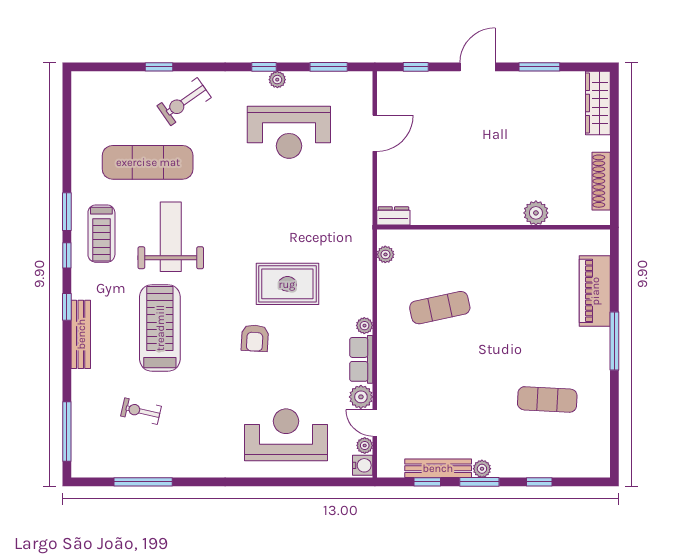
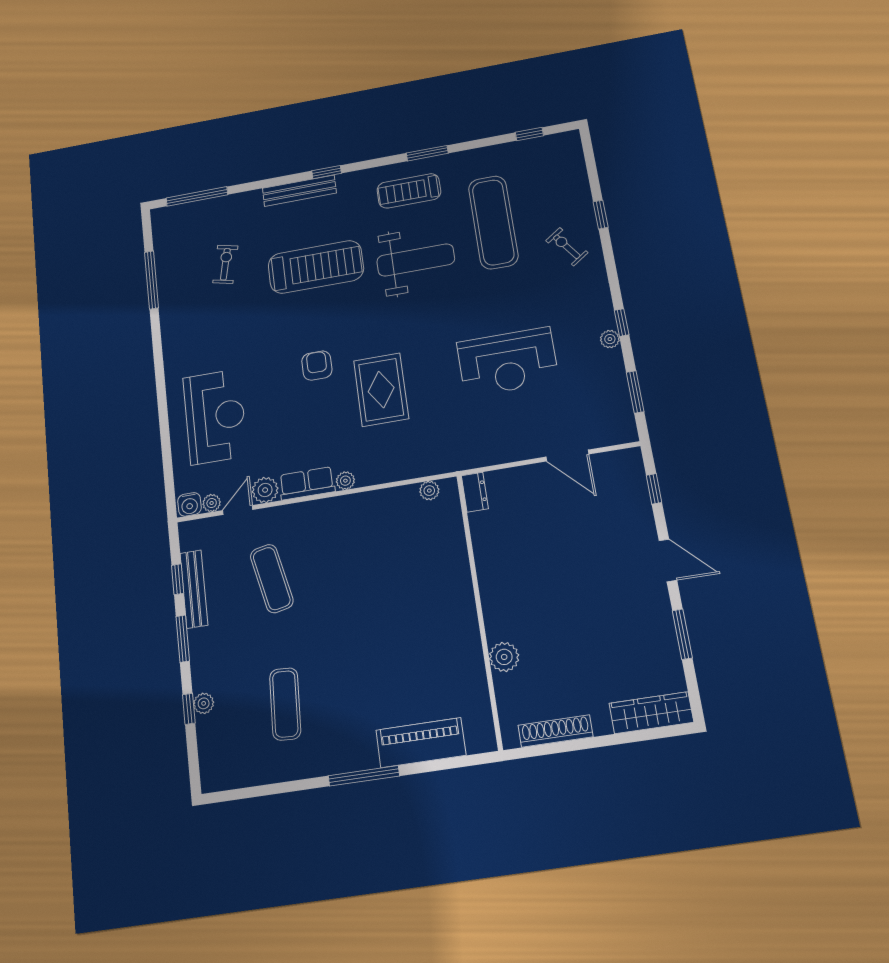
exercise bike: (184, 102) -> (567, 247), width x0.73, depth x0.72
reception desk: (289, 132) -> (508, 362), moved, turned -90
window: (67, 255) -> (529, 134), moved
exercise mat: (440, 308) -> (272, 578), moved
armchair: (255, 338) -> (317, 366), turned 87
plant: (482, 469) -> (204, 703), moved

